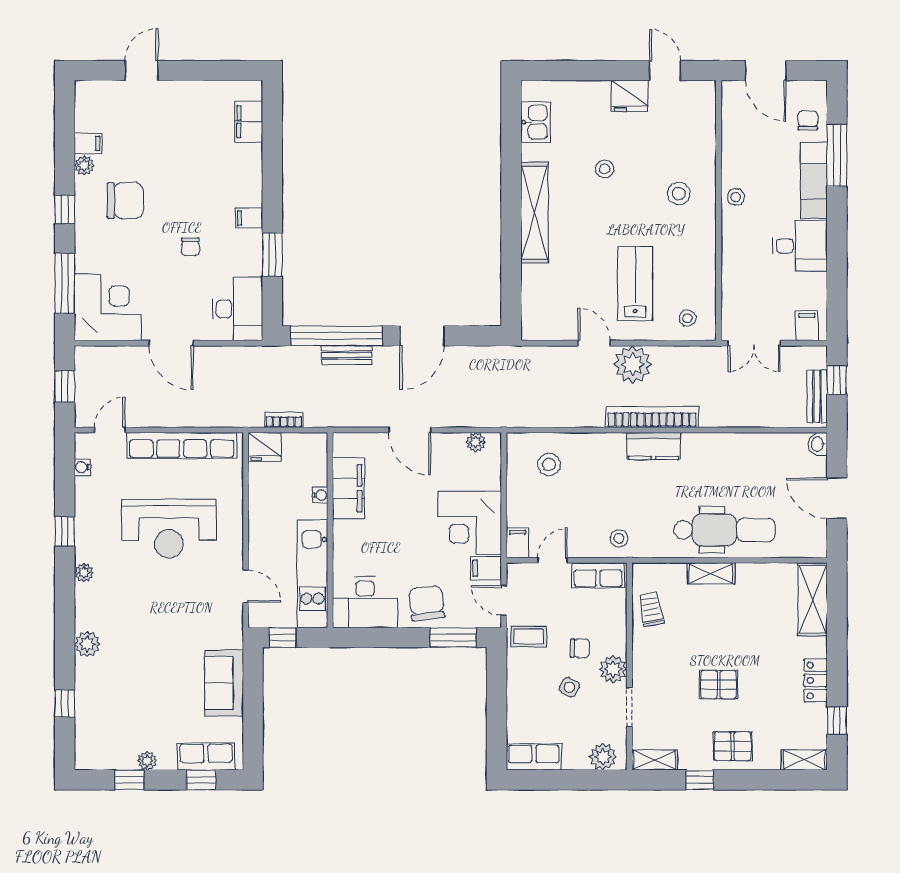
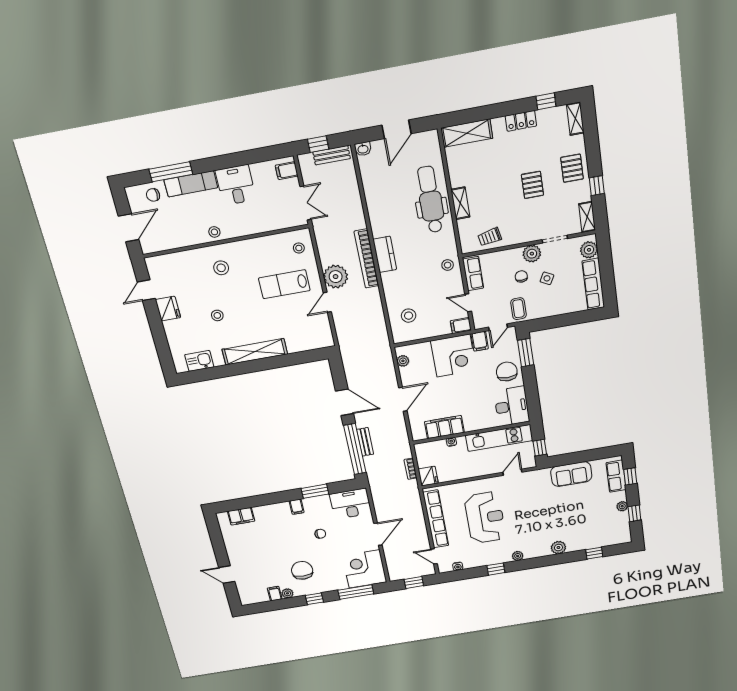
chair: (427, 603) -> (507, 372), turned 96
row of seats: (534, 757) -> (593, 284), width x1.48

